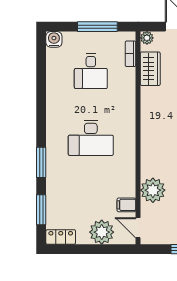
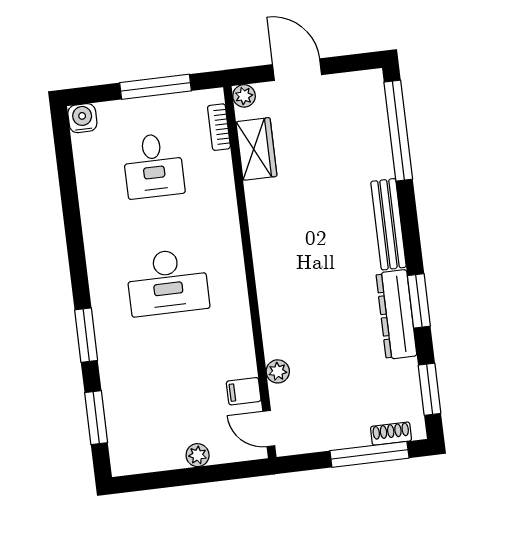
plant: (153, 190) -> (278, 371), width x0.53, depth x0.53
plant: (102, 232) -> (198, 455), width x0.53, depth x0.53
locker: (61, 237) -> (136, 461), removed

